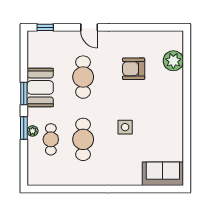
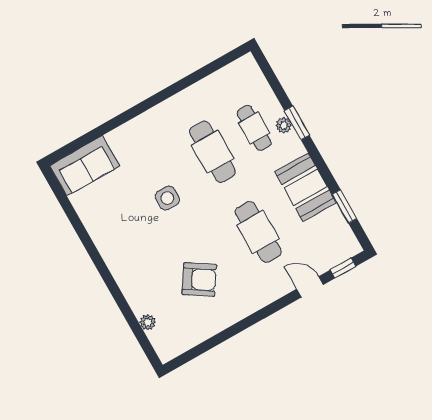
door: (89, 27) -> (310, 287), moved
plant: (173, 61) -> (148, 322), width x0.53, depth x0.53
armchair: (134, 69) -> (199, 279), turned 33
window: (24, 94) -> (344, 207), moved

